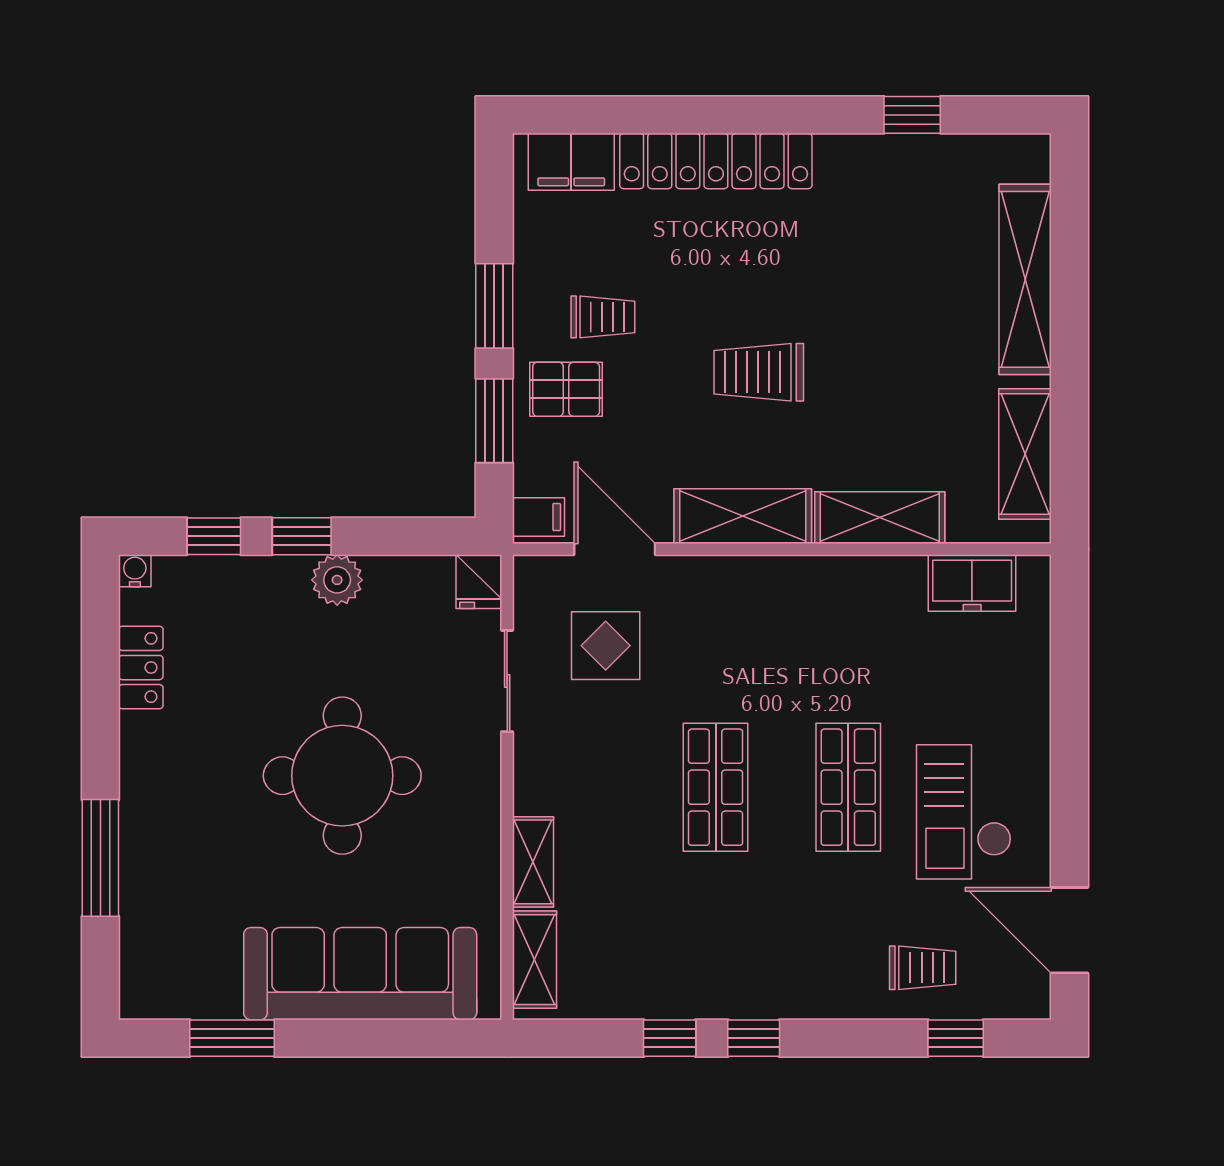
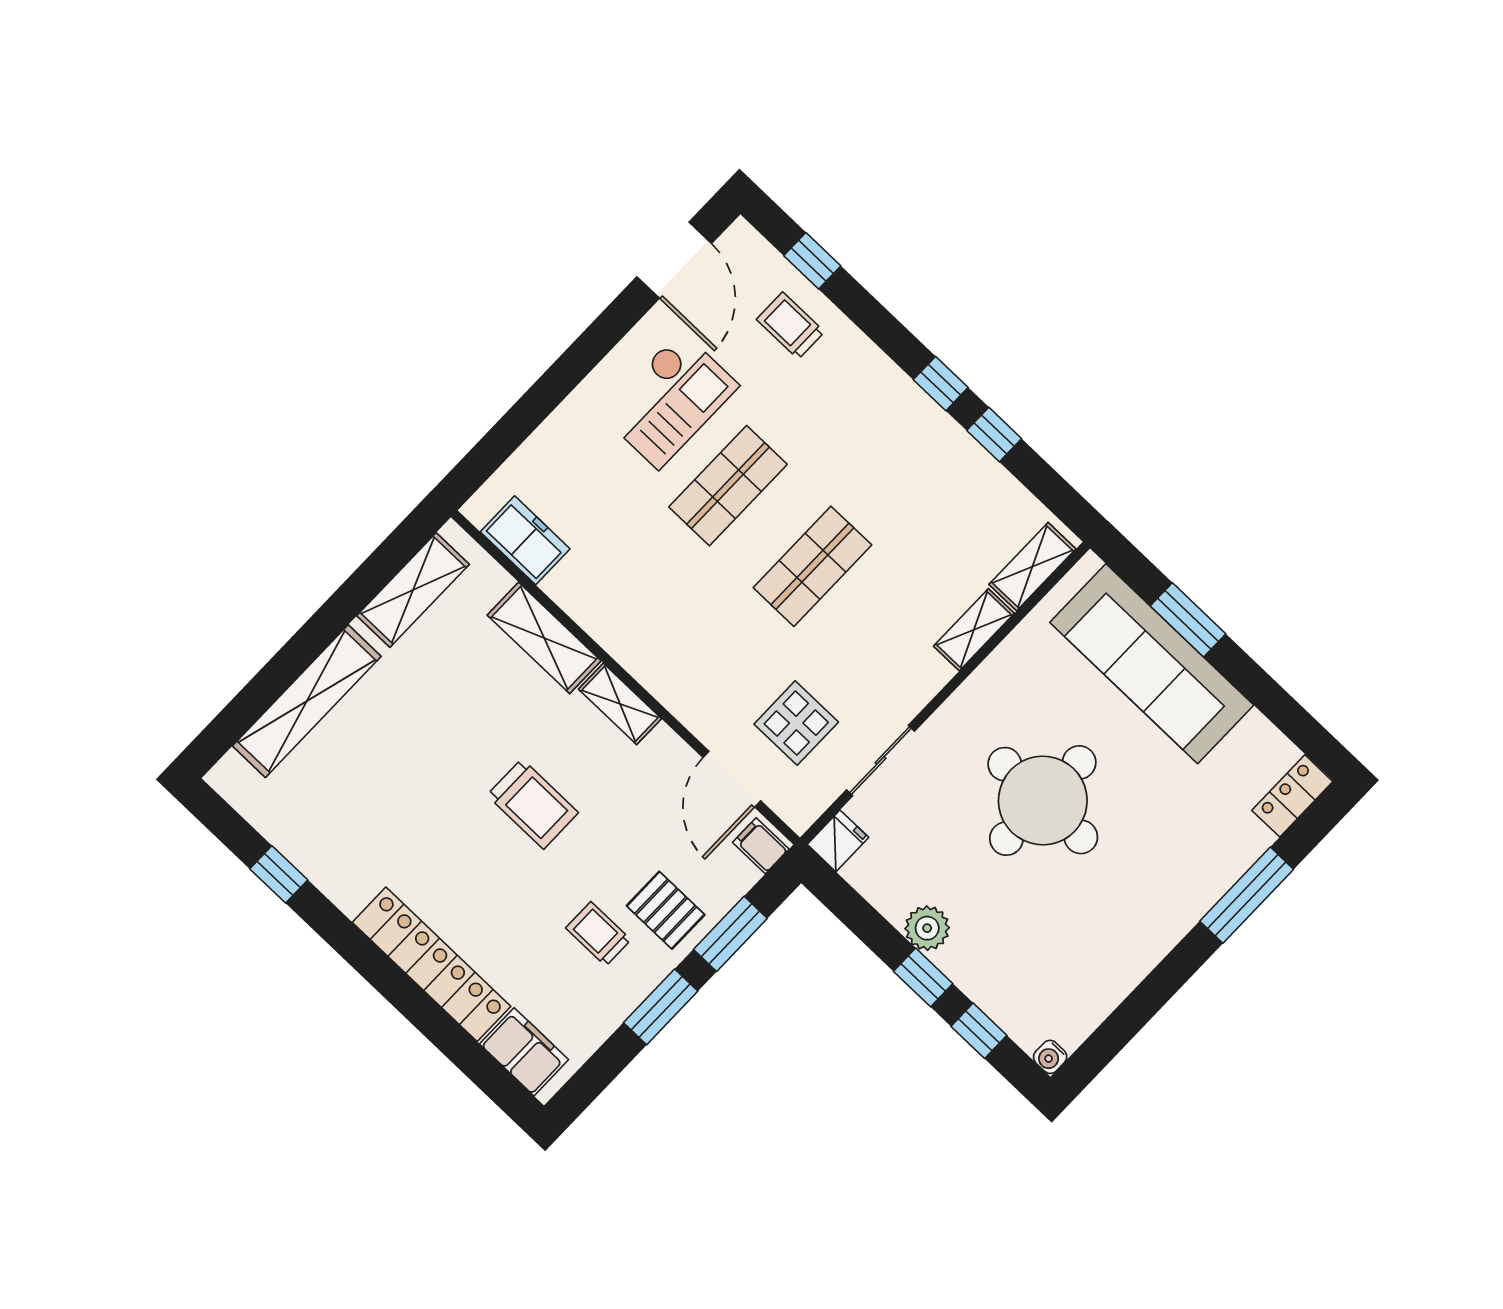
shelving: (743, 516) -> (620, 704), width x0.67, depth x0.75
locker: (141, 668) -> (1292, 796), moved
window: (232, 1038) -> (1188, 620), moved

